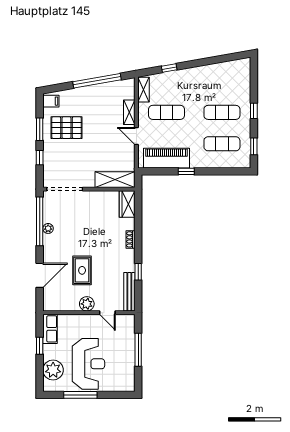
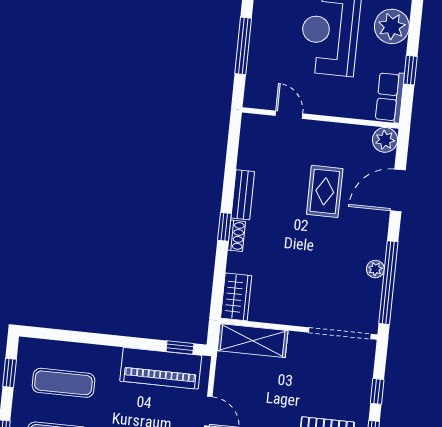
window: (186, 171) -> (180, 347), moved
window: (138, 272) -> (224, 227), moved
bench: (129, 292) -> (243, 195), moved, width x0.73
plant: (87, 304) -> (385, 140), moved

